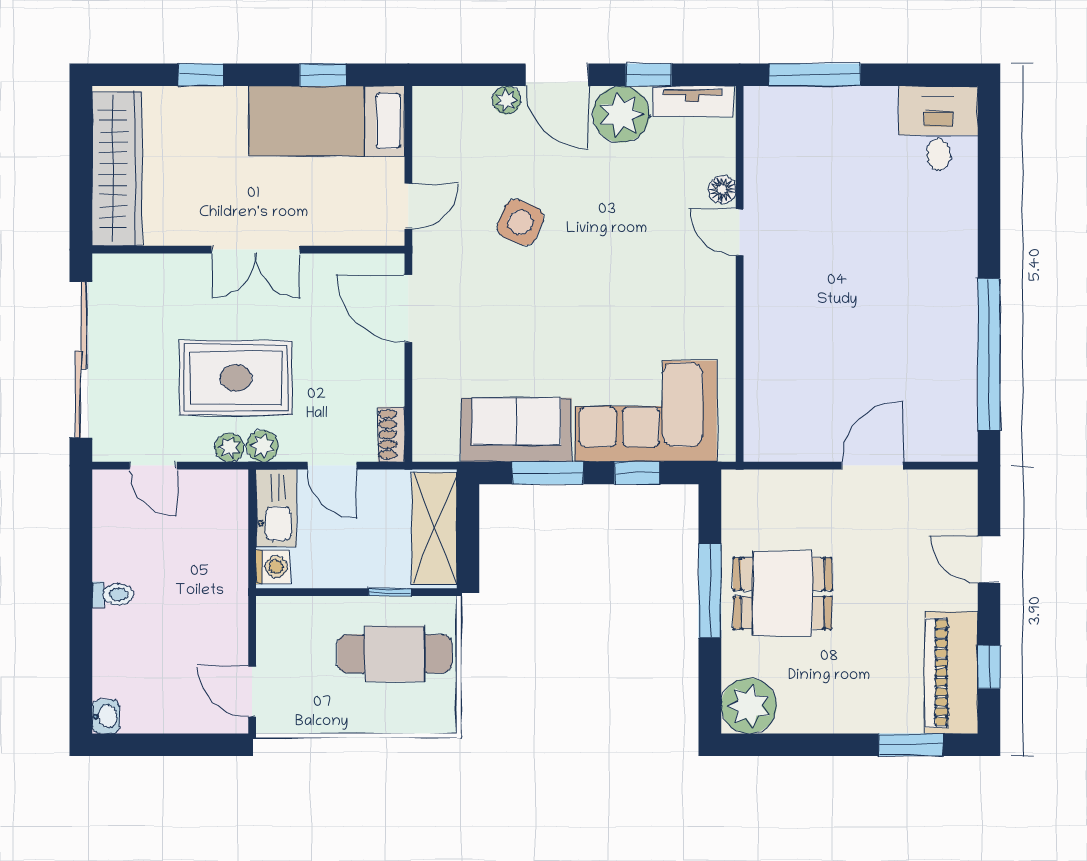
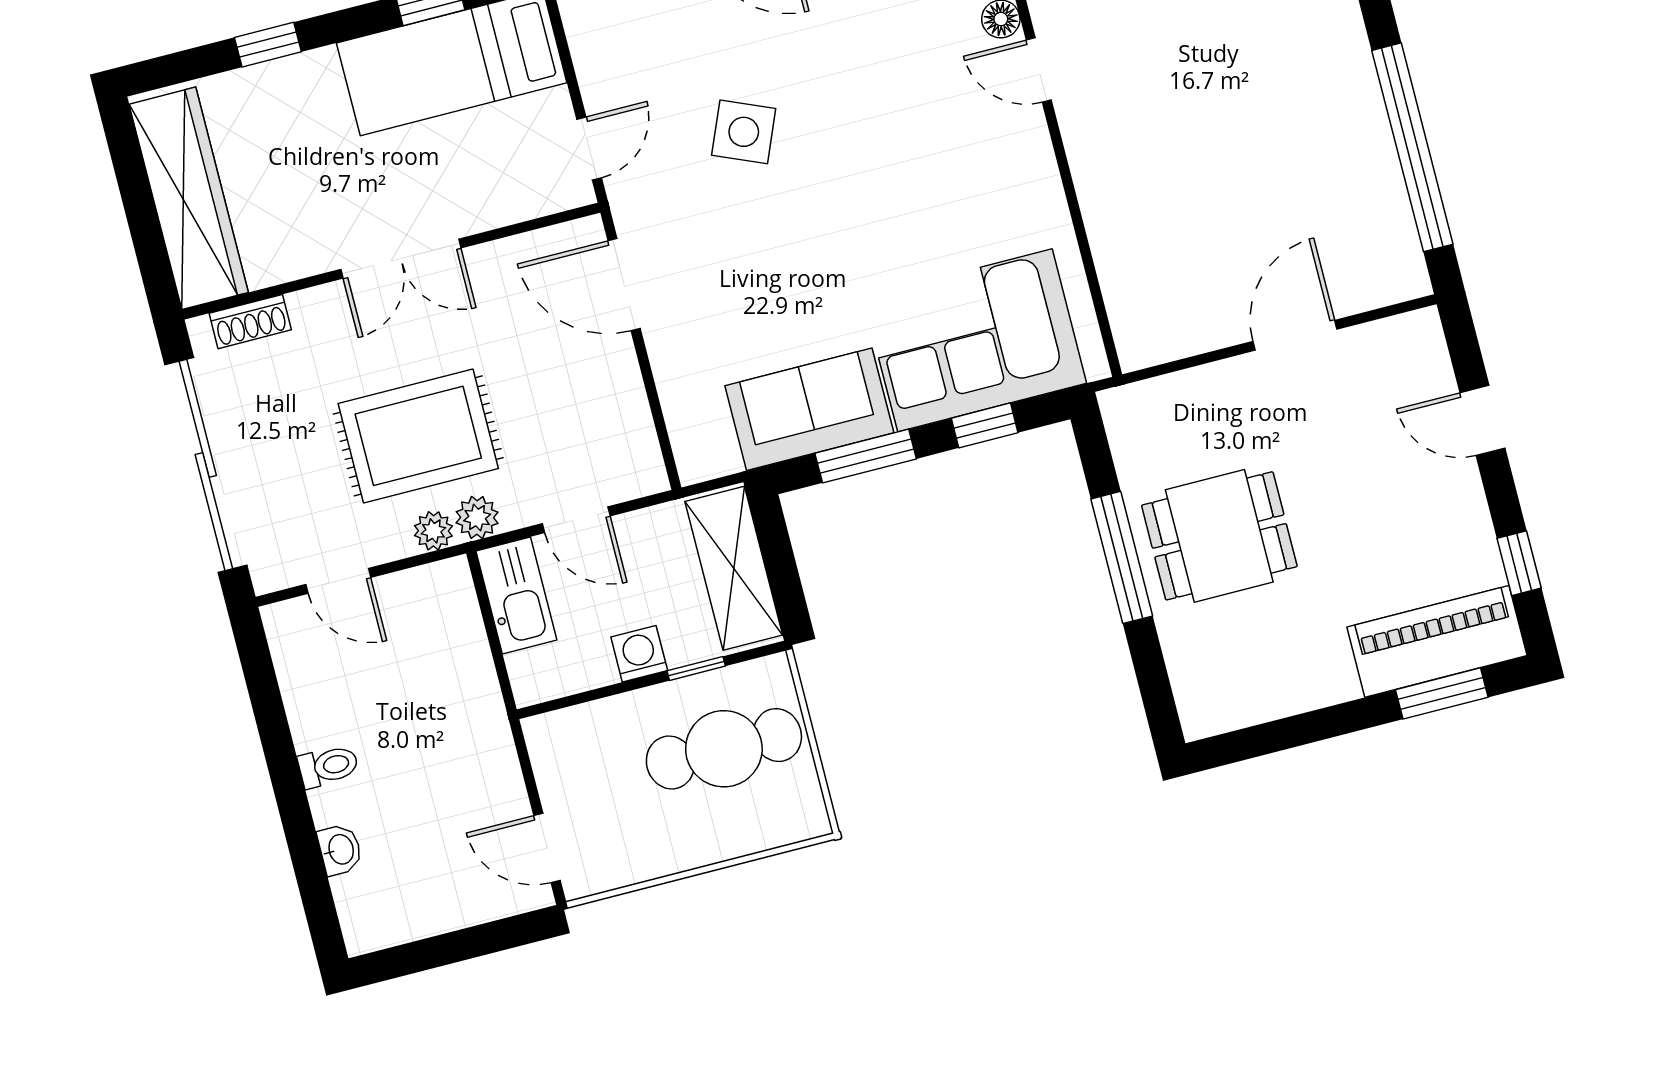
shoe rack: (391, 434) -> (250, 322), moved, turned -90
washing machine: (273, 567) -> (639, 654), moved, turned -90
piano: (951, 673) -> (1437, 641), moved, turned 90
plant: (749, 706) -> (1213, 697), removed
washbasin: (106, 716) -> (340, 850), moved

